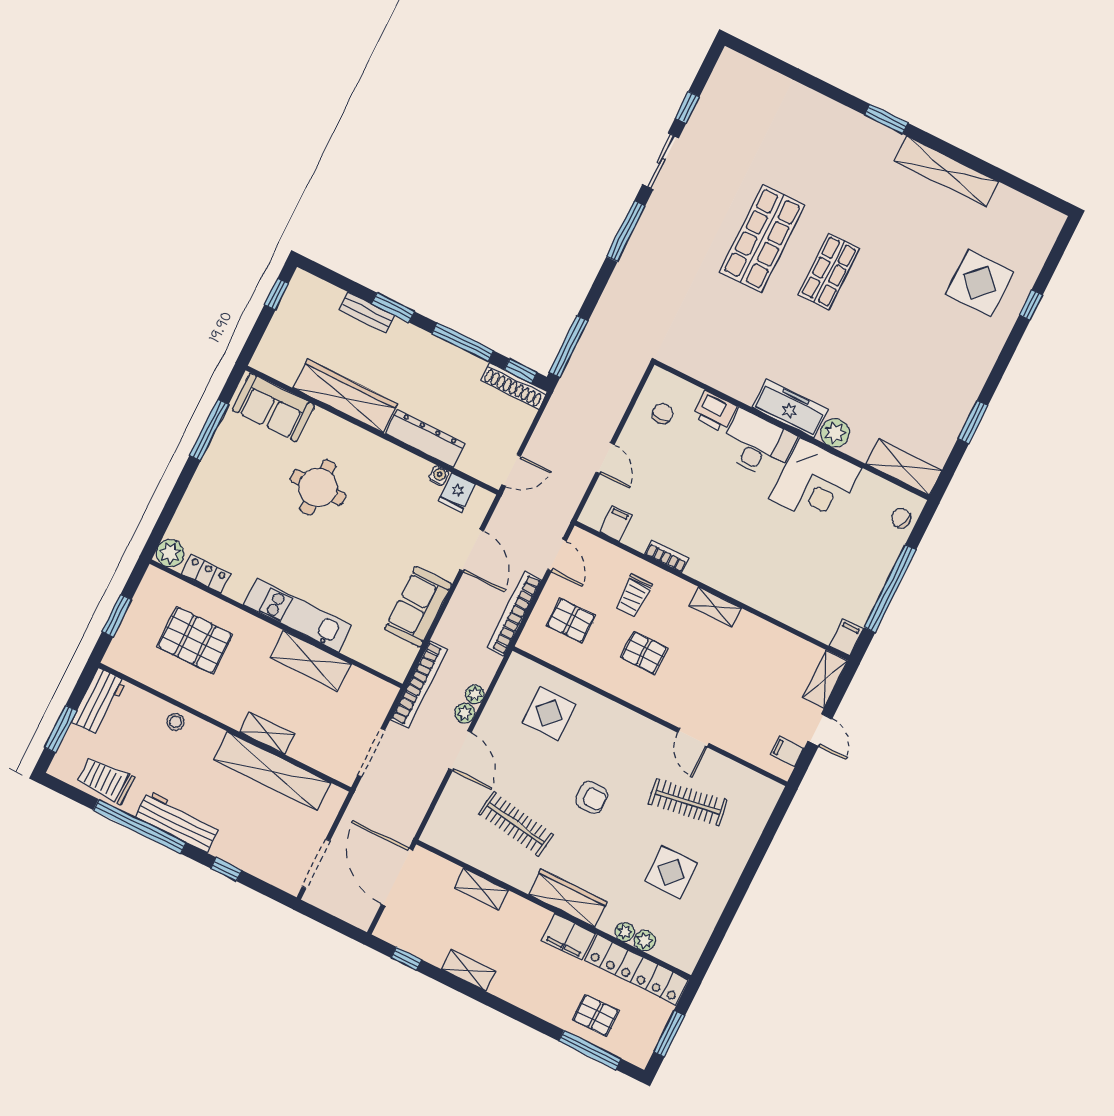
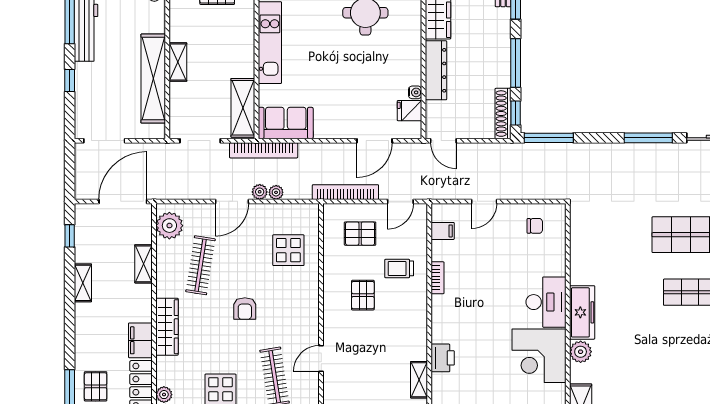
printer: (715, 411) -> (443, 358), moved, turned 180
sofa: (418, 607) -> (286, 123), moved
shelving: (715, 607) -> (419, 380), moved
pallet: (571, 621) -> (360, 234), turned 90
shelving: (310, 661) -> (243, 108), moved
plant: (625, 932) -> (169, 226), moved, width x1.87, depth x1.87

